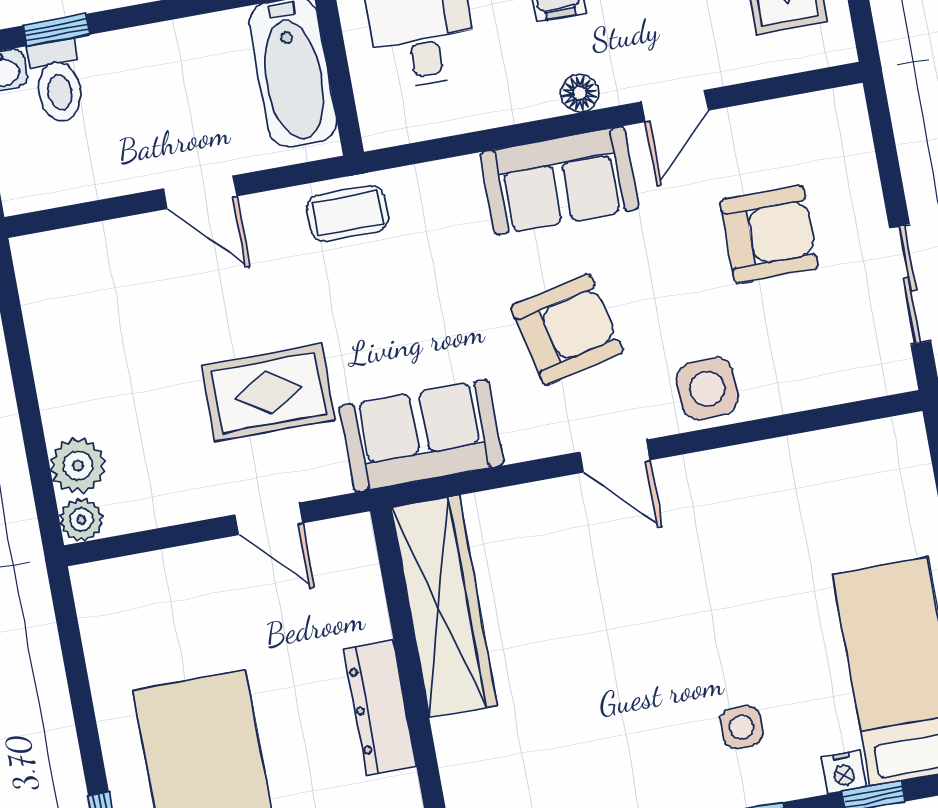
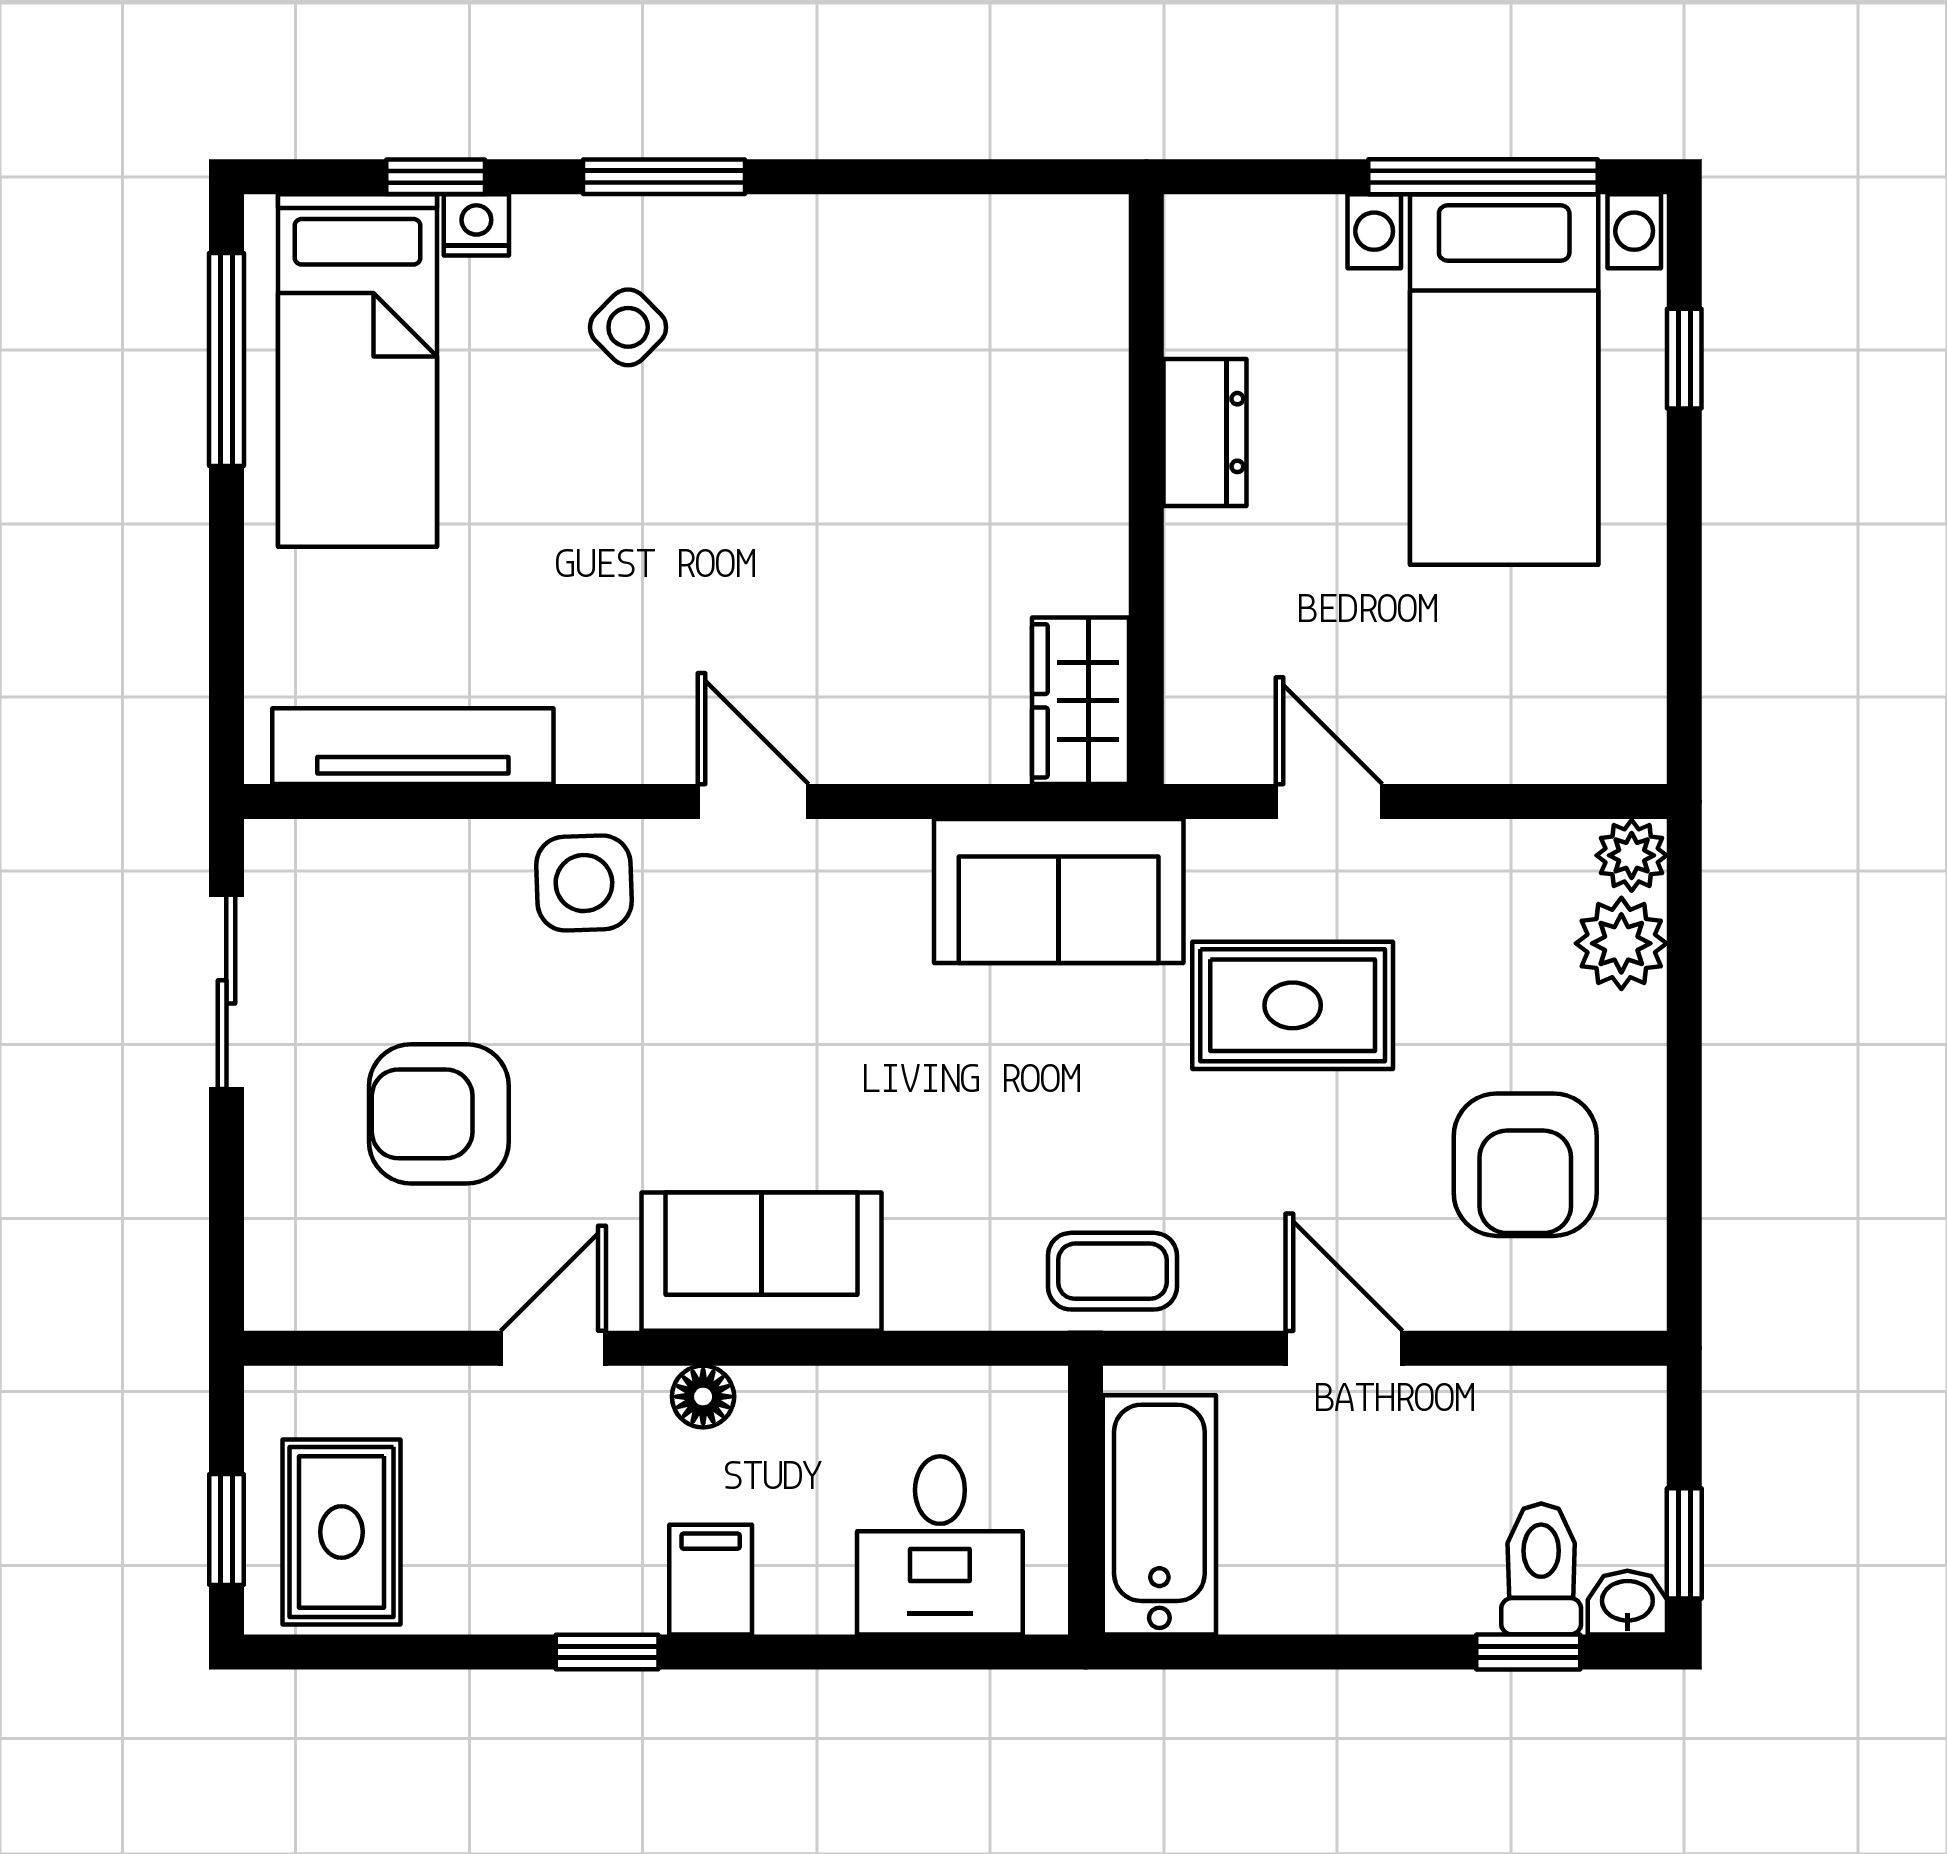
armchair: (567, 329) -> (1525, 1165), moved, turned -77
tv unit: (825, 452) -> (413, 746), added
wardrobe: (444, 606) -> (1081, 701), width x0.48, depth x0.85
dresser: (380, 708) -> (1205, 433), width x0.70
side table: (741, 727) -> (628, 327), turned 45

